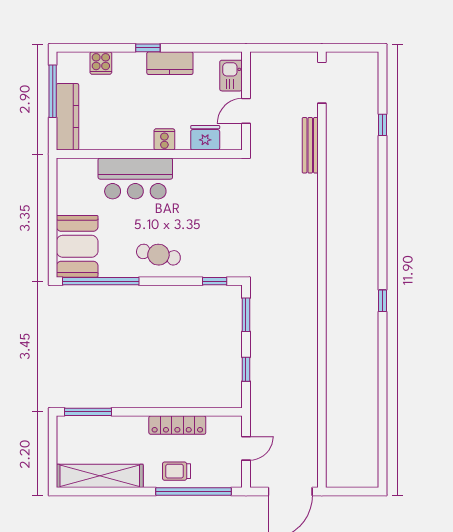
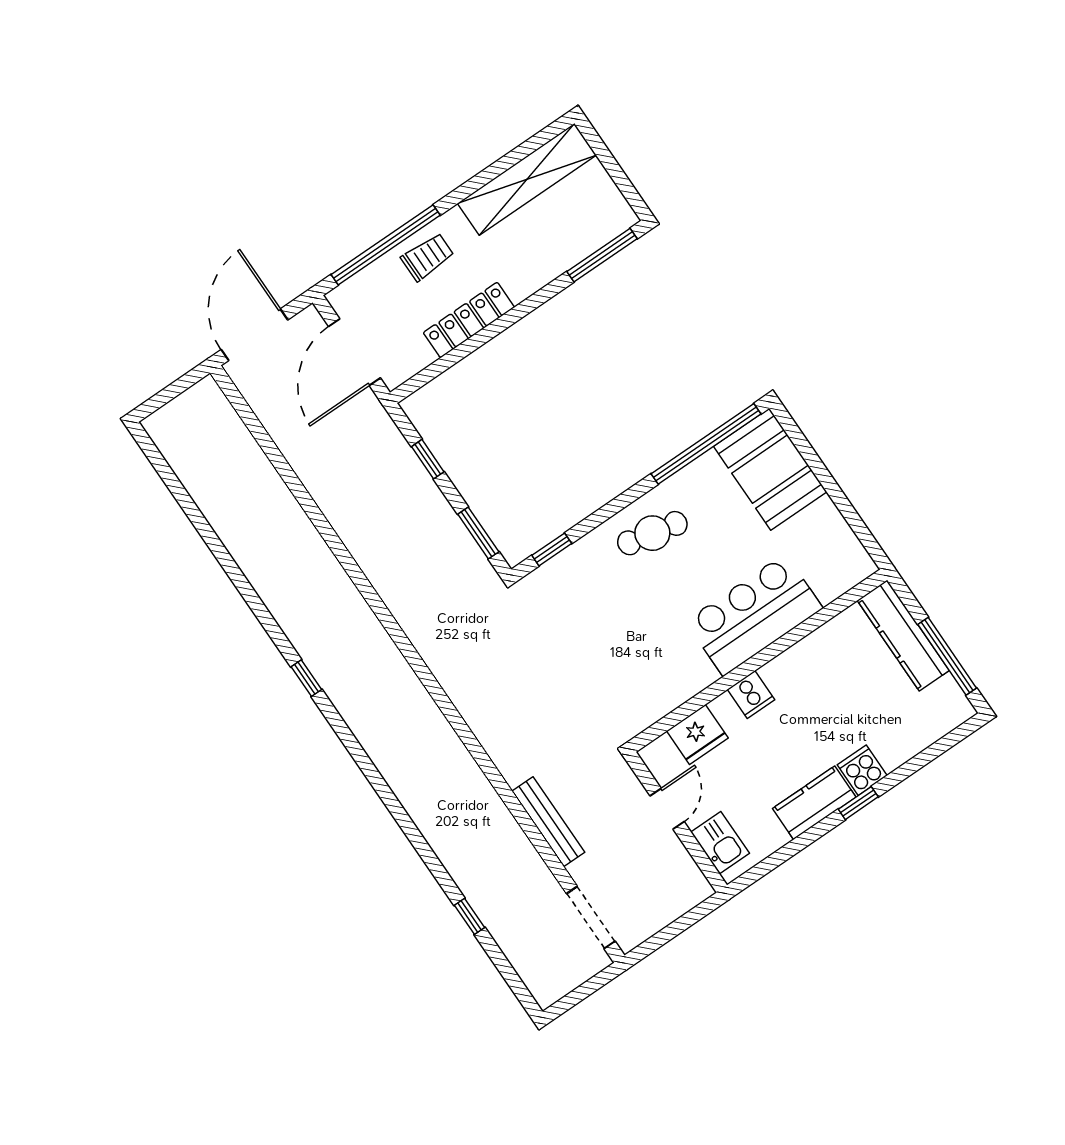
cooker: (101, 63) -> (862, 770), moved
door: (246, 448) -> (354, 352), width x1.88

